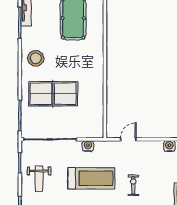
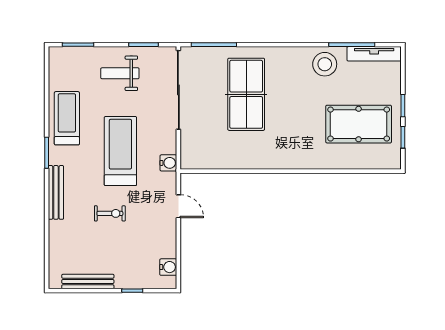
stool: (36, 58) -> (325, 64), moved
water cooler: (88, 146) -> (168, 163), moved
treadmill: (91, 178) -> (120, 151), turned 180

